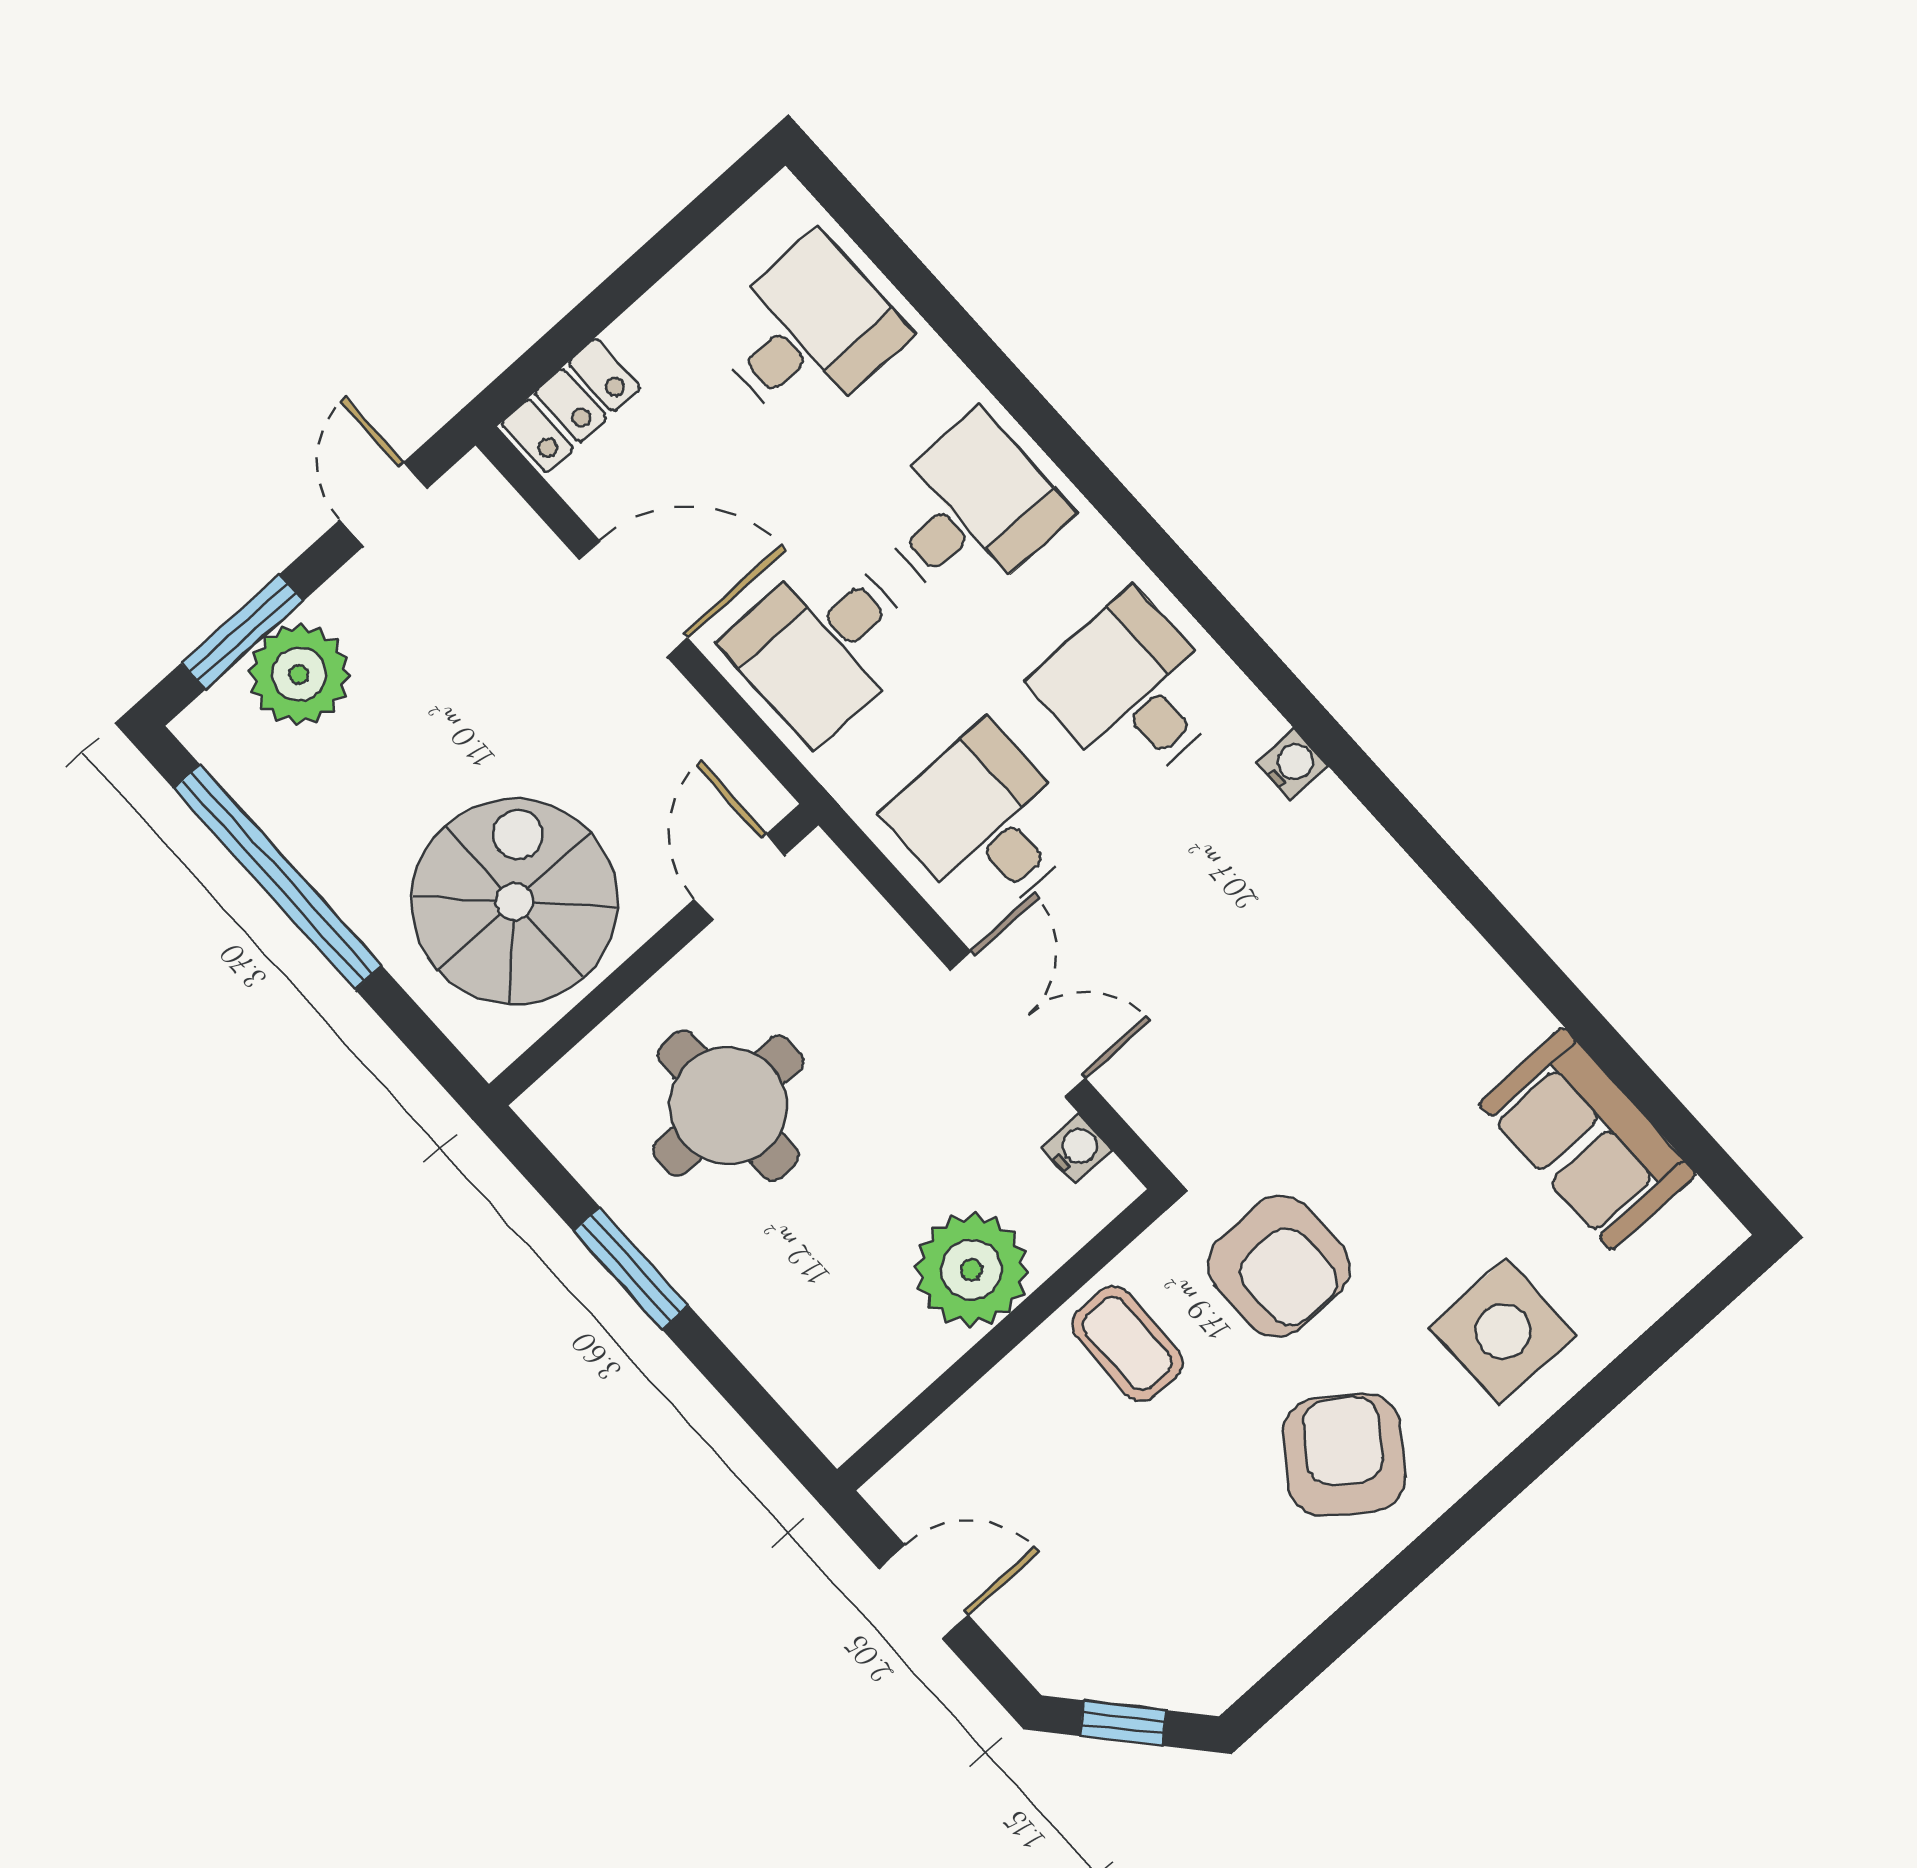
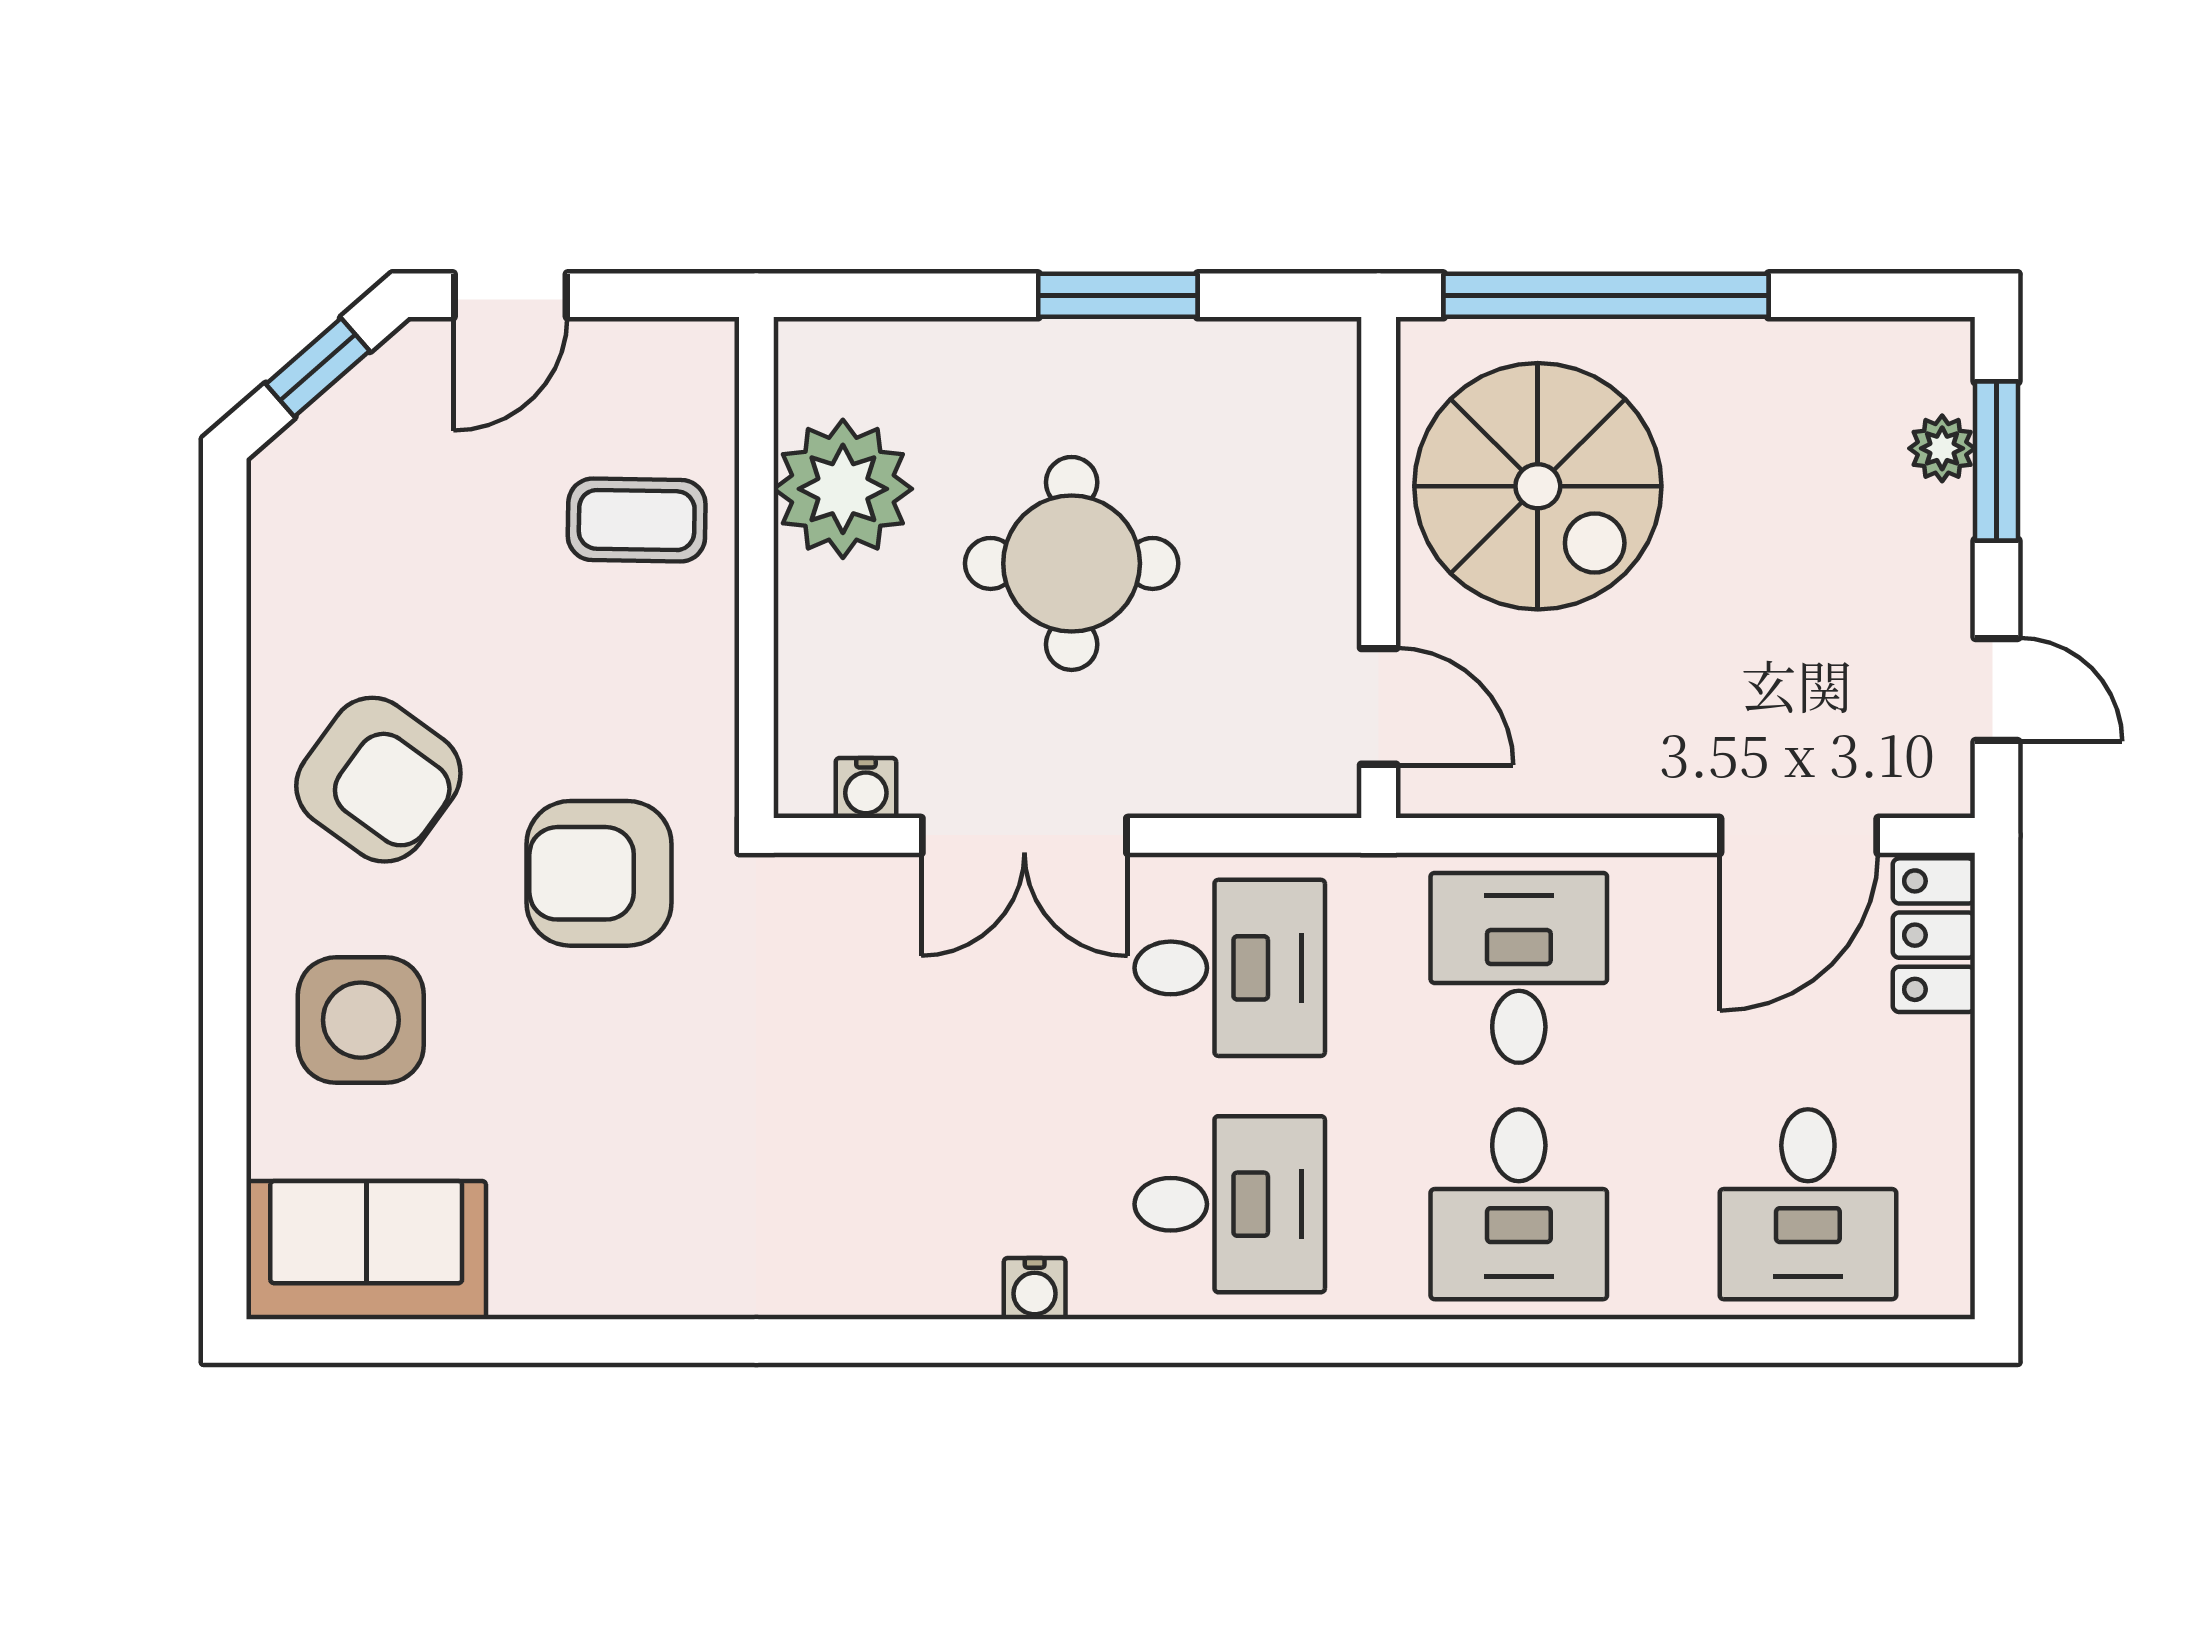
door: (633, 599) -> (1799, 835), moved
plant: (299, 674) -> (1942, 448), width x0.53, depth x0.53
window: (278, 877) -> (1606, 295), moved
round table: (728, 1106) -> (1072, 563), moved
sofa: (1587, 1139) -> (366, 1250), moved
plant: (972, 1270) -> (843, 489), moved
coffee table: (1127, 1343) -> (637, 520), moved
door: (924, 1592) -> (510, 295), moved

